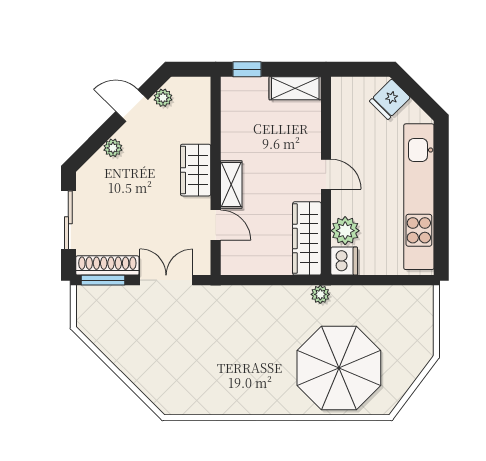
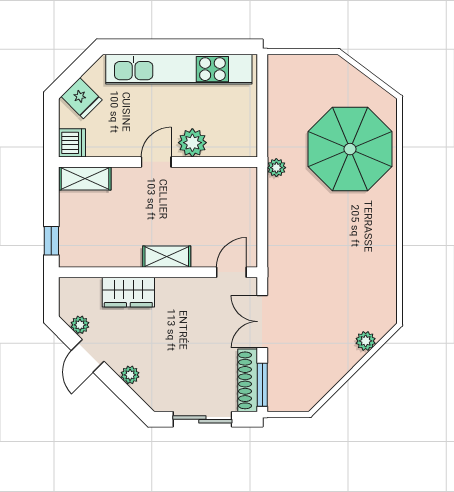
shelving: (295, 88) -> (85, 178), moved, turned 90
wardrobe: (196, 170) -> (128, 292), moved
door: (216, 225) -> (231, 272), moved
plant: (345, 231) -> (192, 143), moved
wardrobe: (307, 238) -> (221, 181), removed
dishwasher: (344, 261) -> (72, 143), moved, turned 90
plant: (147, 384) -> (366, 341), added

